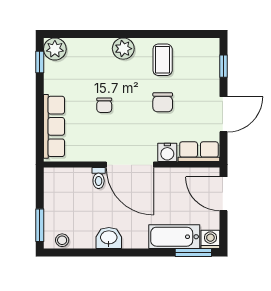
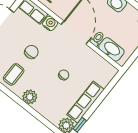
row of seats: (54, 126) -> (85, 102), moved
washbasin: (72, 179) -> (111, 49), added

